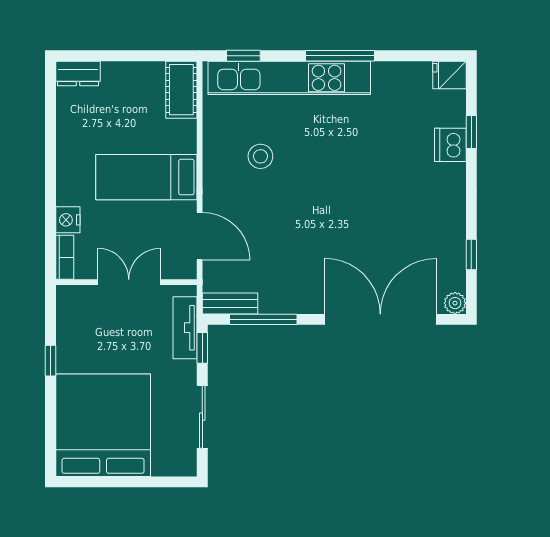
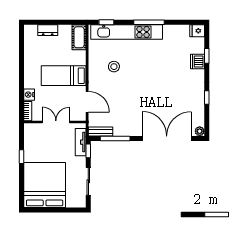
dresser: (78, 74) -> (48, 30), moved
window: (471, 255) -> (207, 97), moved

